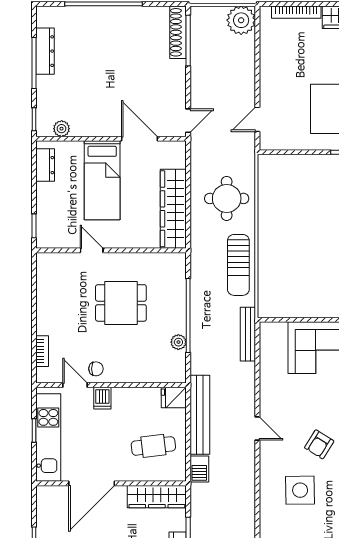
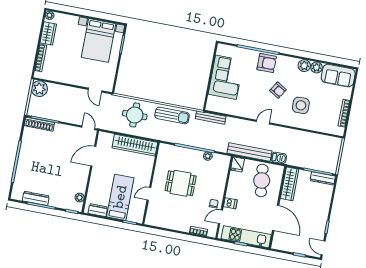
bed: (102, 180) -> (120, 197), moved, turned -90
dining table: (121, 303) -> (181, 183), turned 90
cafe table: (153, 446) -> (262, 181), width x1.37, depth x1.35

